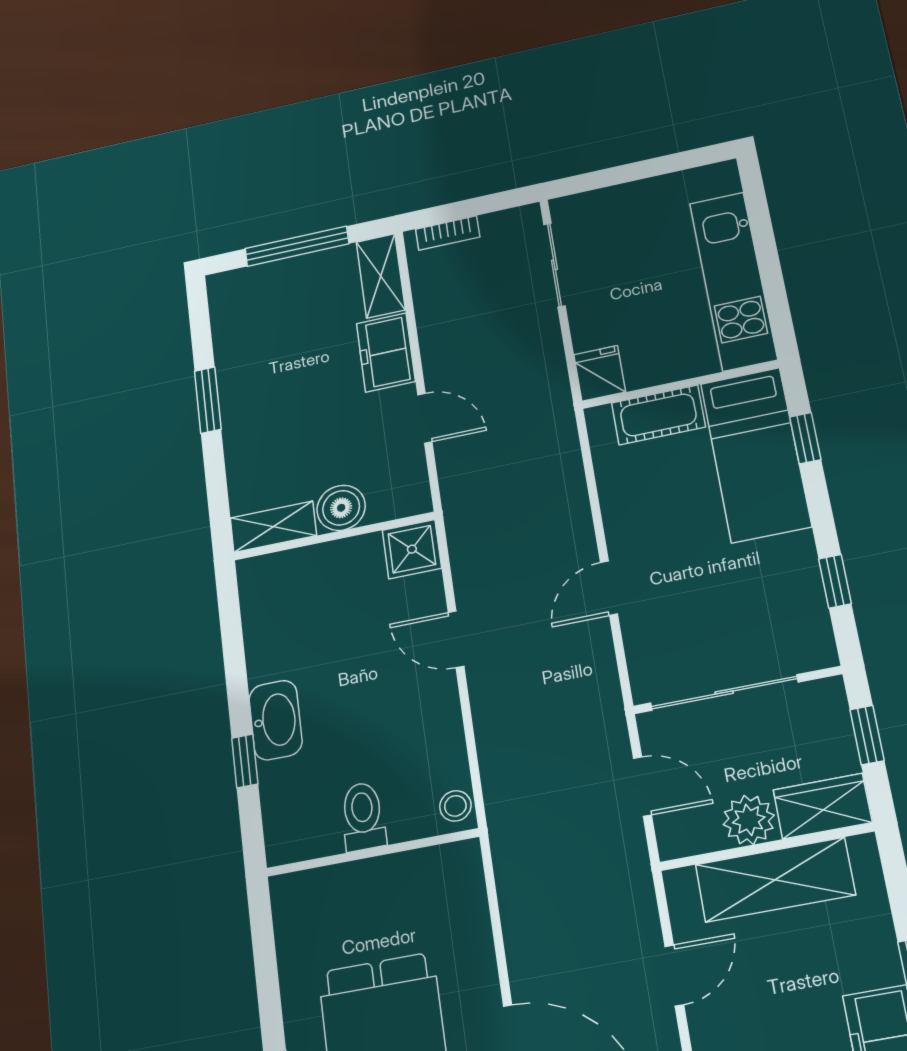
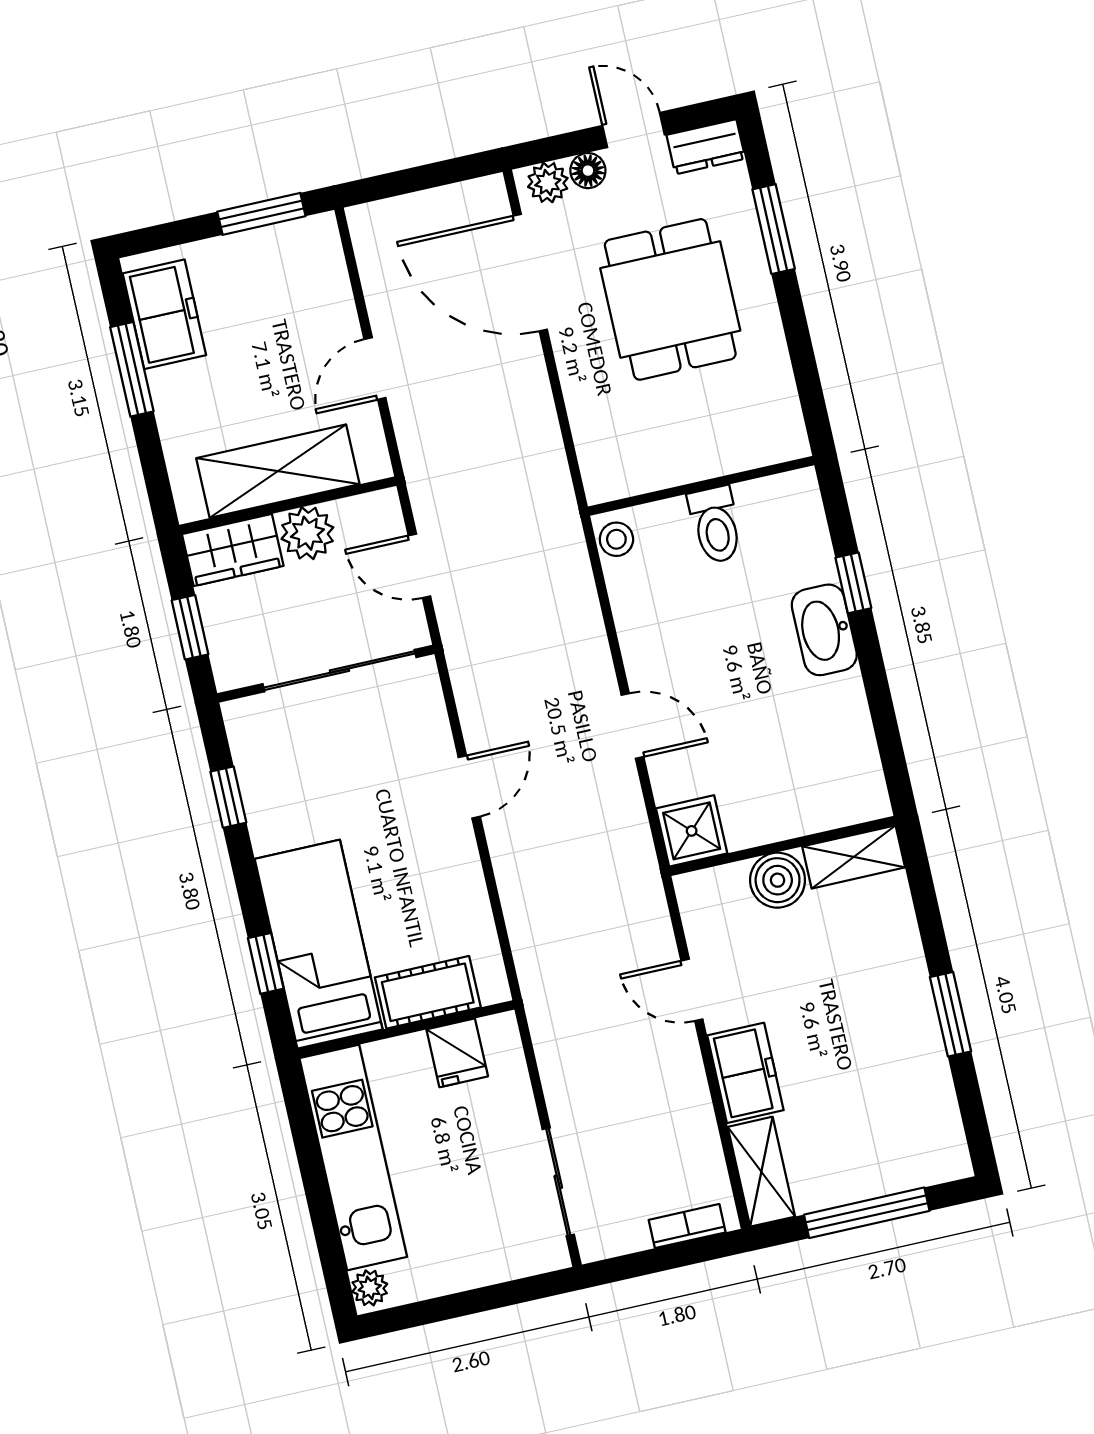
plant: (724, 179) -> (370, 1288), added
fridge: (600, 373) -> (457, 1053), moved

